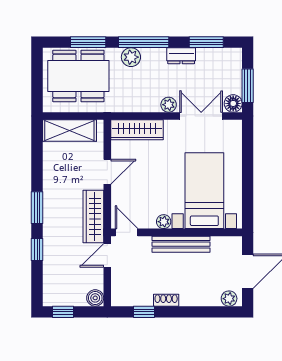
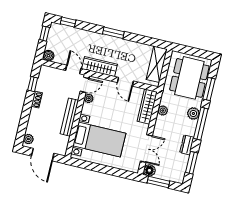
plant: (169, 105) -> (163, 111), moved
plant: (164, 222) -> (89, 98), moved
window: (37, 249) -> (68, 22), moved

